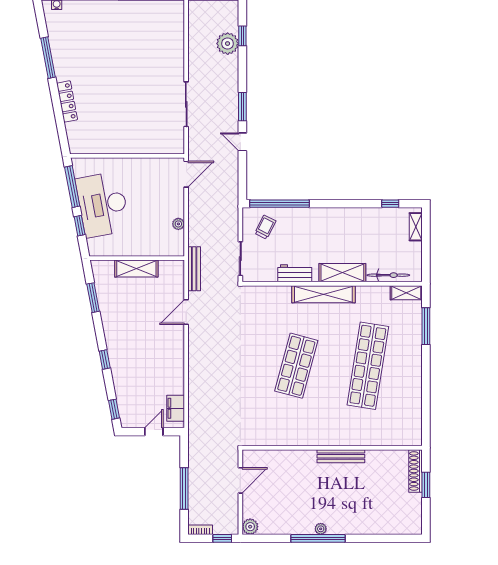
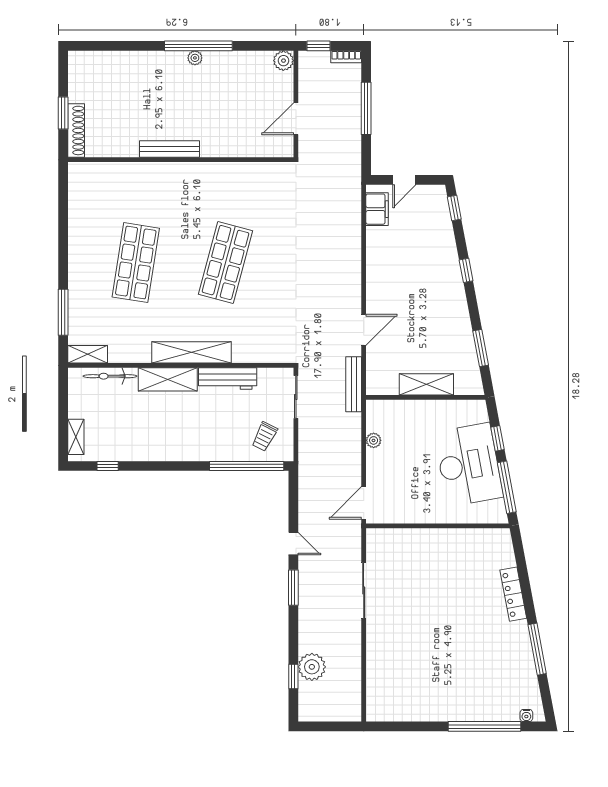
workbench: (295, 273) -> (228, 379), width x1.38
shop shelf: (368, 366) -> (136, 263), width x0.71

